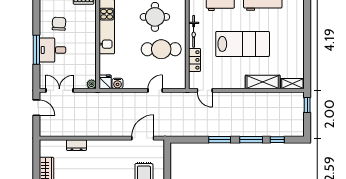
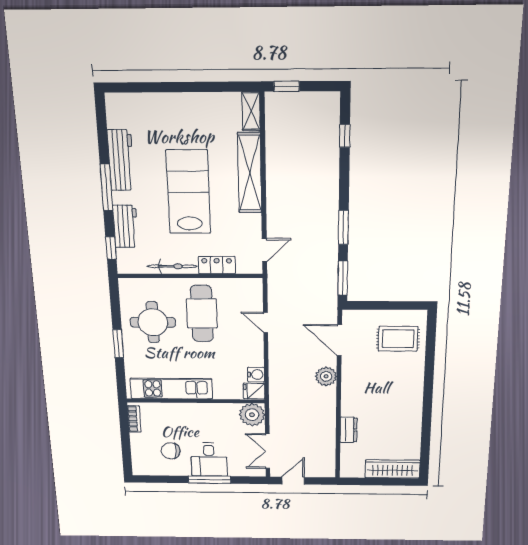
shelving: (263, 82) -> (250, 173), width x1.47
plant: (92, 84) -> (252, 415), width x1.87, depth x1.87
plant: (117, 130) -> (326, 376), added
window: (251, 140) -> (343, 278), moved

